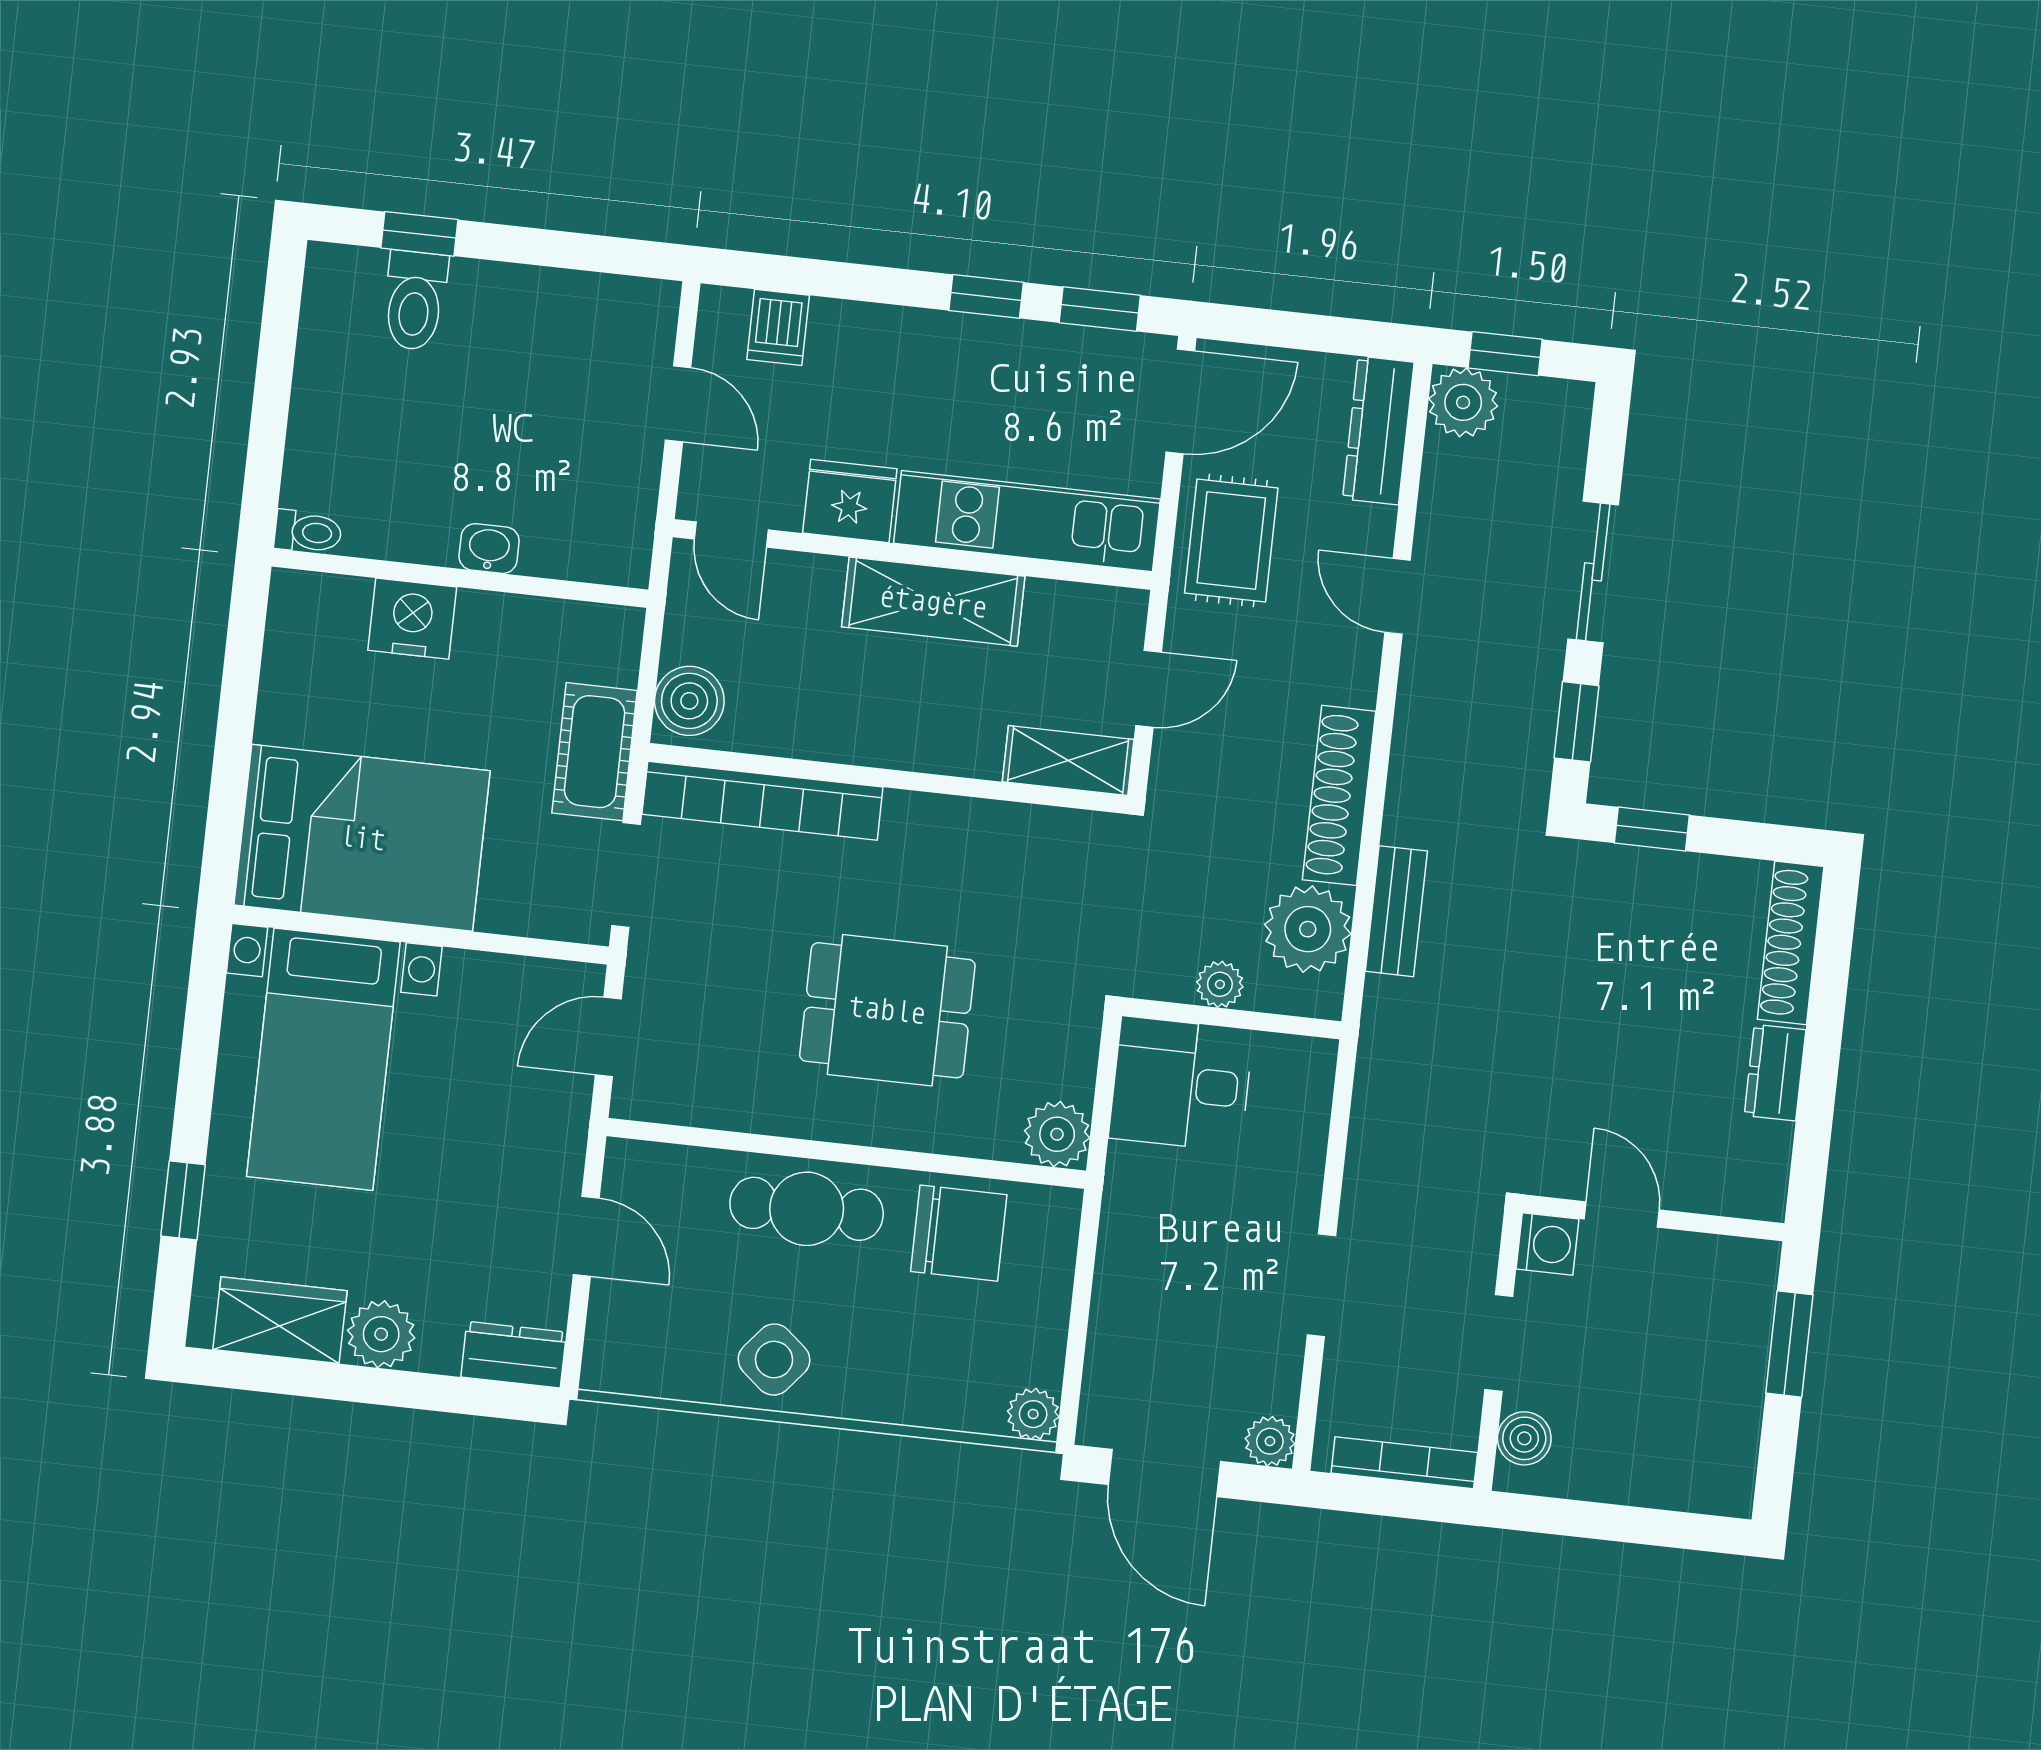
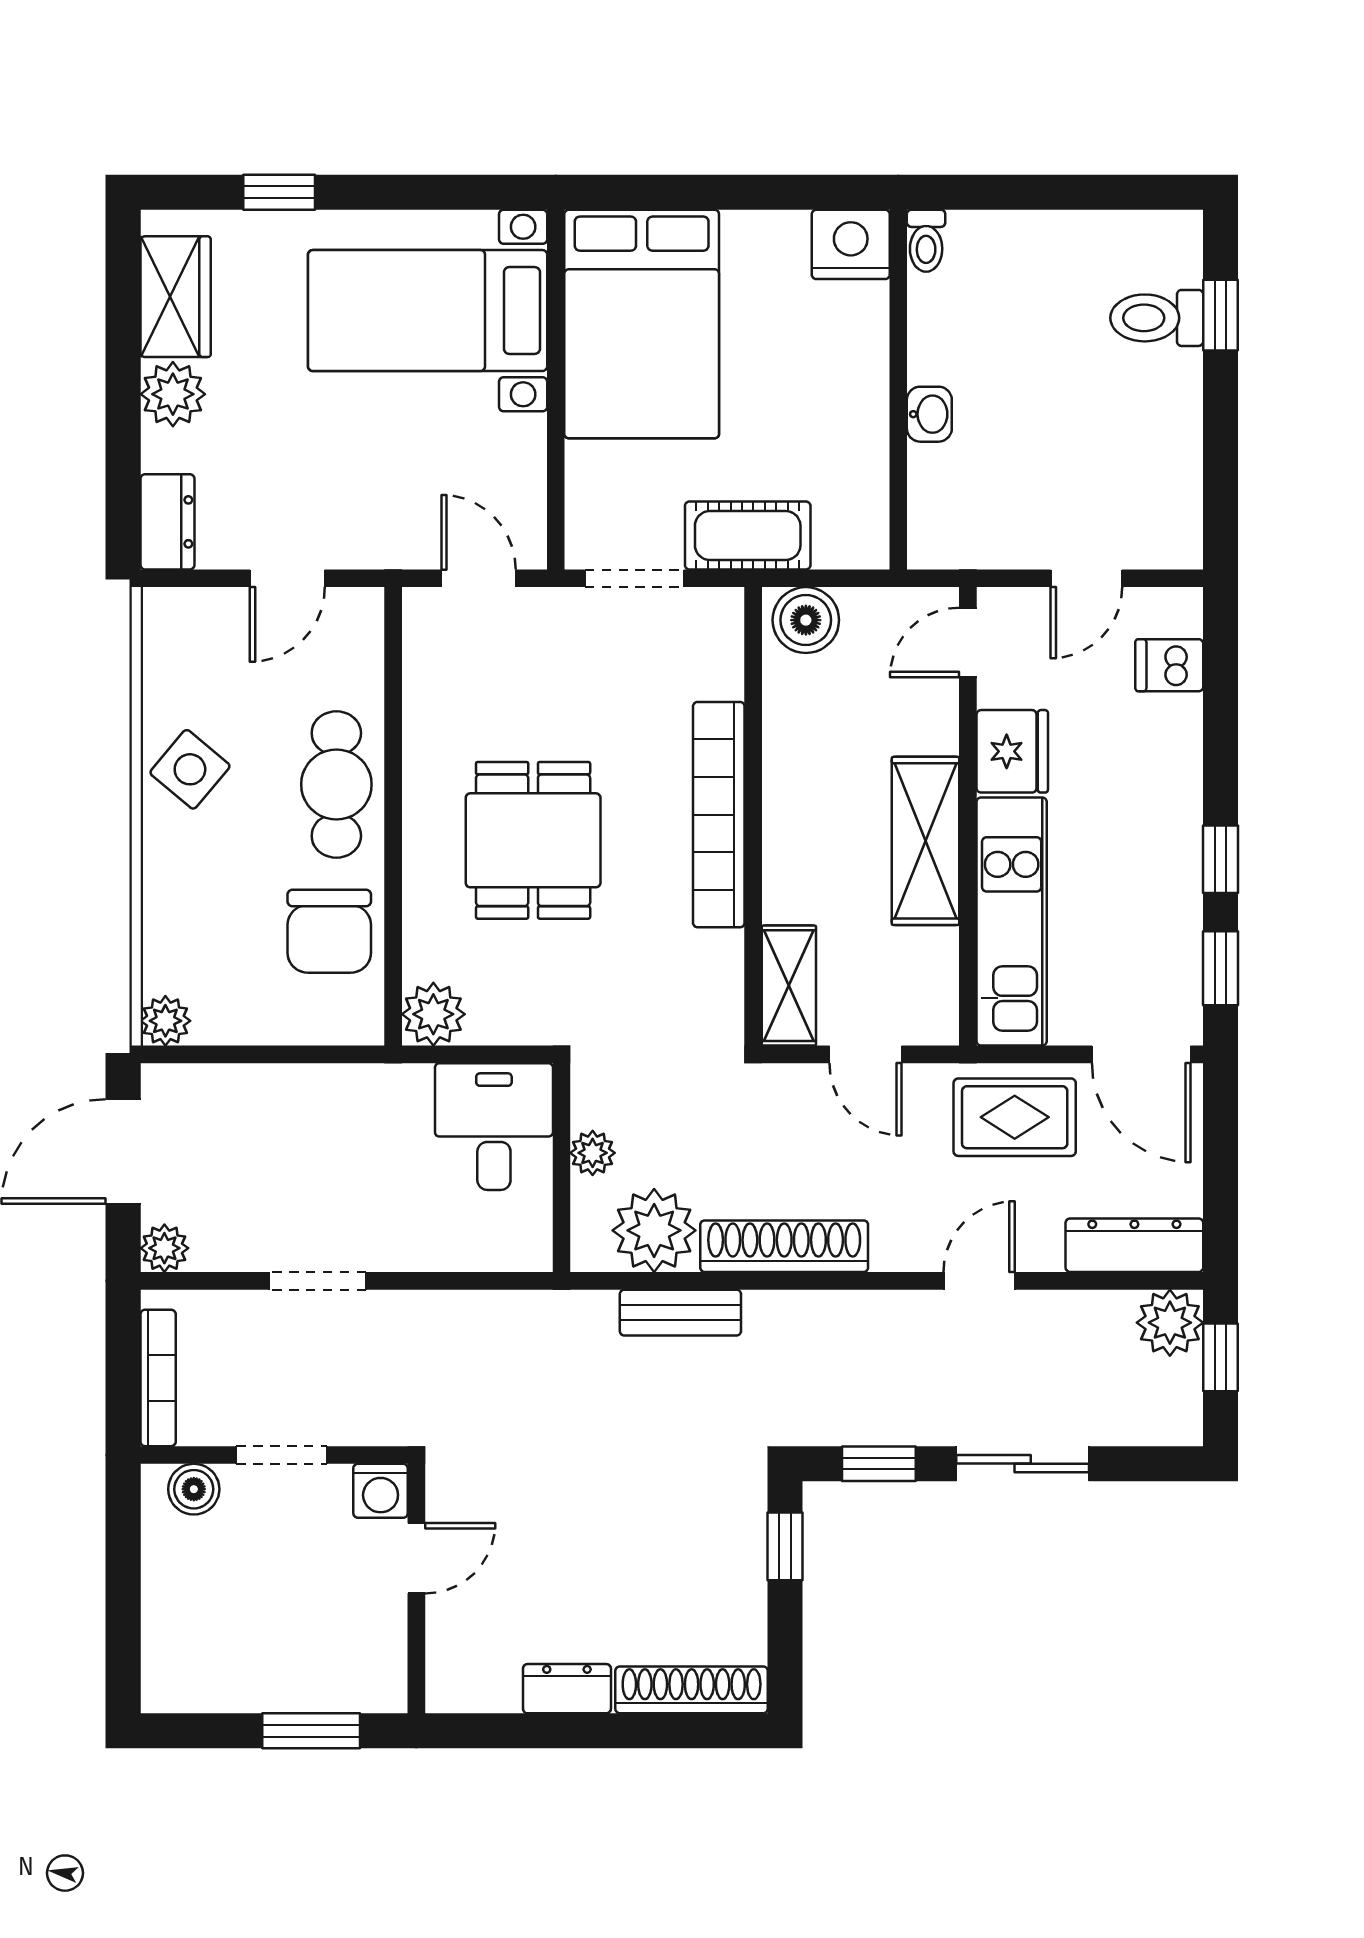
nightstand: (412, 619) -> (851, 244), moved, turned -90
bookcase: (762, 801) -> (719, 815), moved

